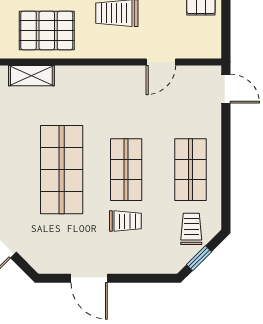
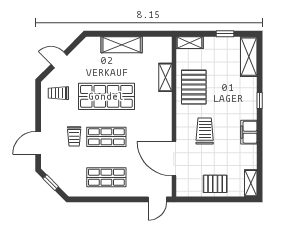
door: (161, 62) -> (174, 159), width x1.88
trolley: (191, 229) -> (58, 93), moved, turned 180
door: (89, 278) -> (38, 143), moved

